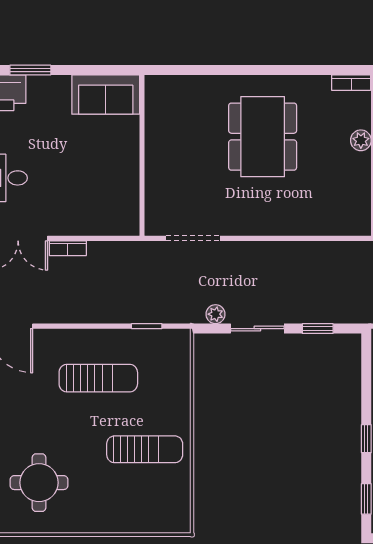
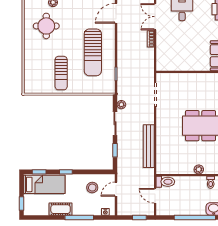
bench: (309, 253) -> (149, 146), added
sun lounger: (98, 378) -> (93, 52), width x1.36, depth x1.34

